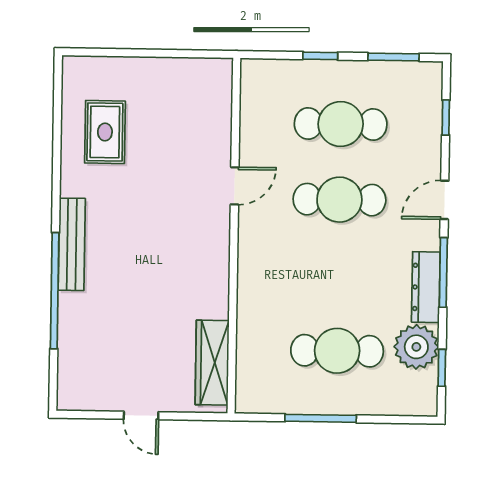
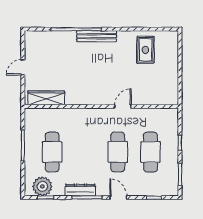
rug: (105, 132) -> (145, 50), turned 90
door: (235, 186) -> (123, 106), swing flipped
plant: (416, 347) -> (42, 186), moved

